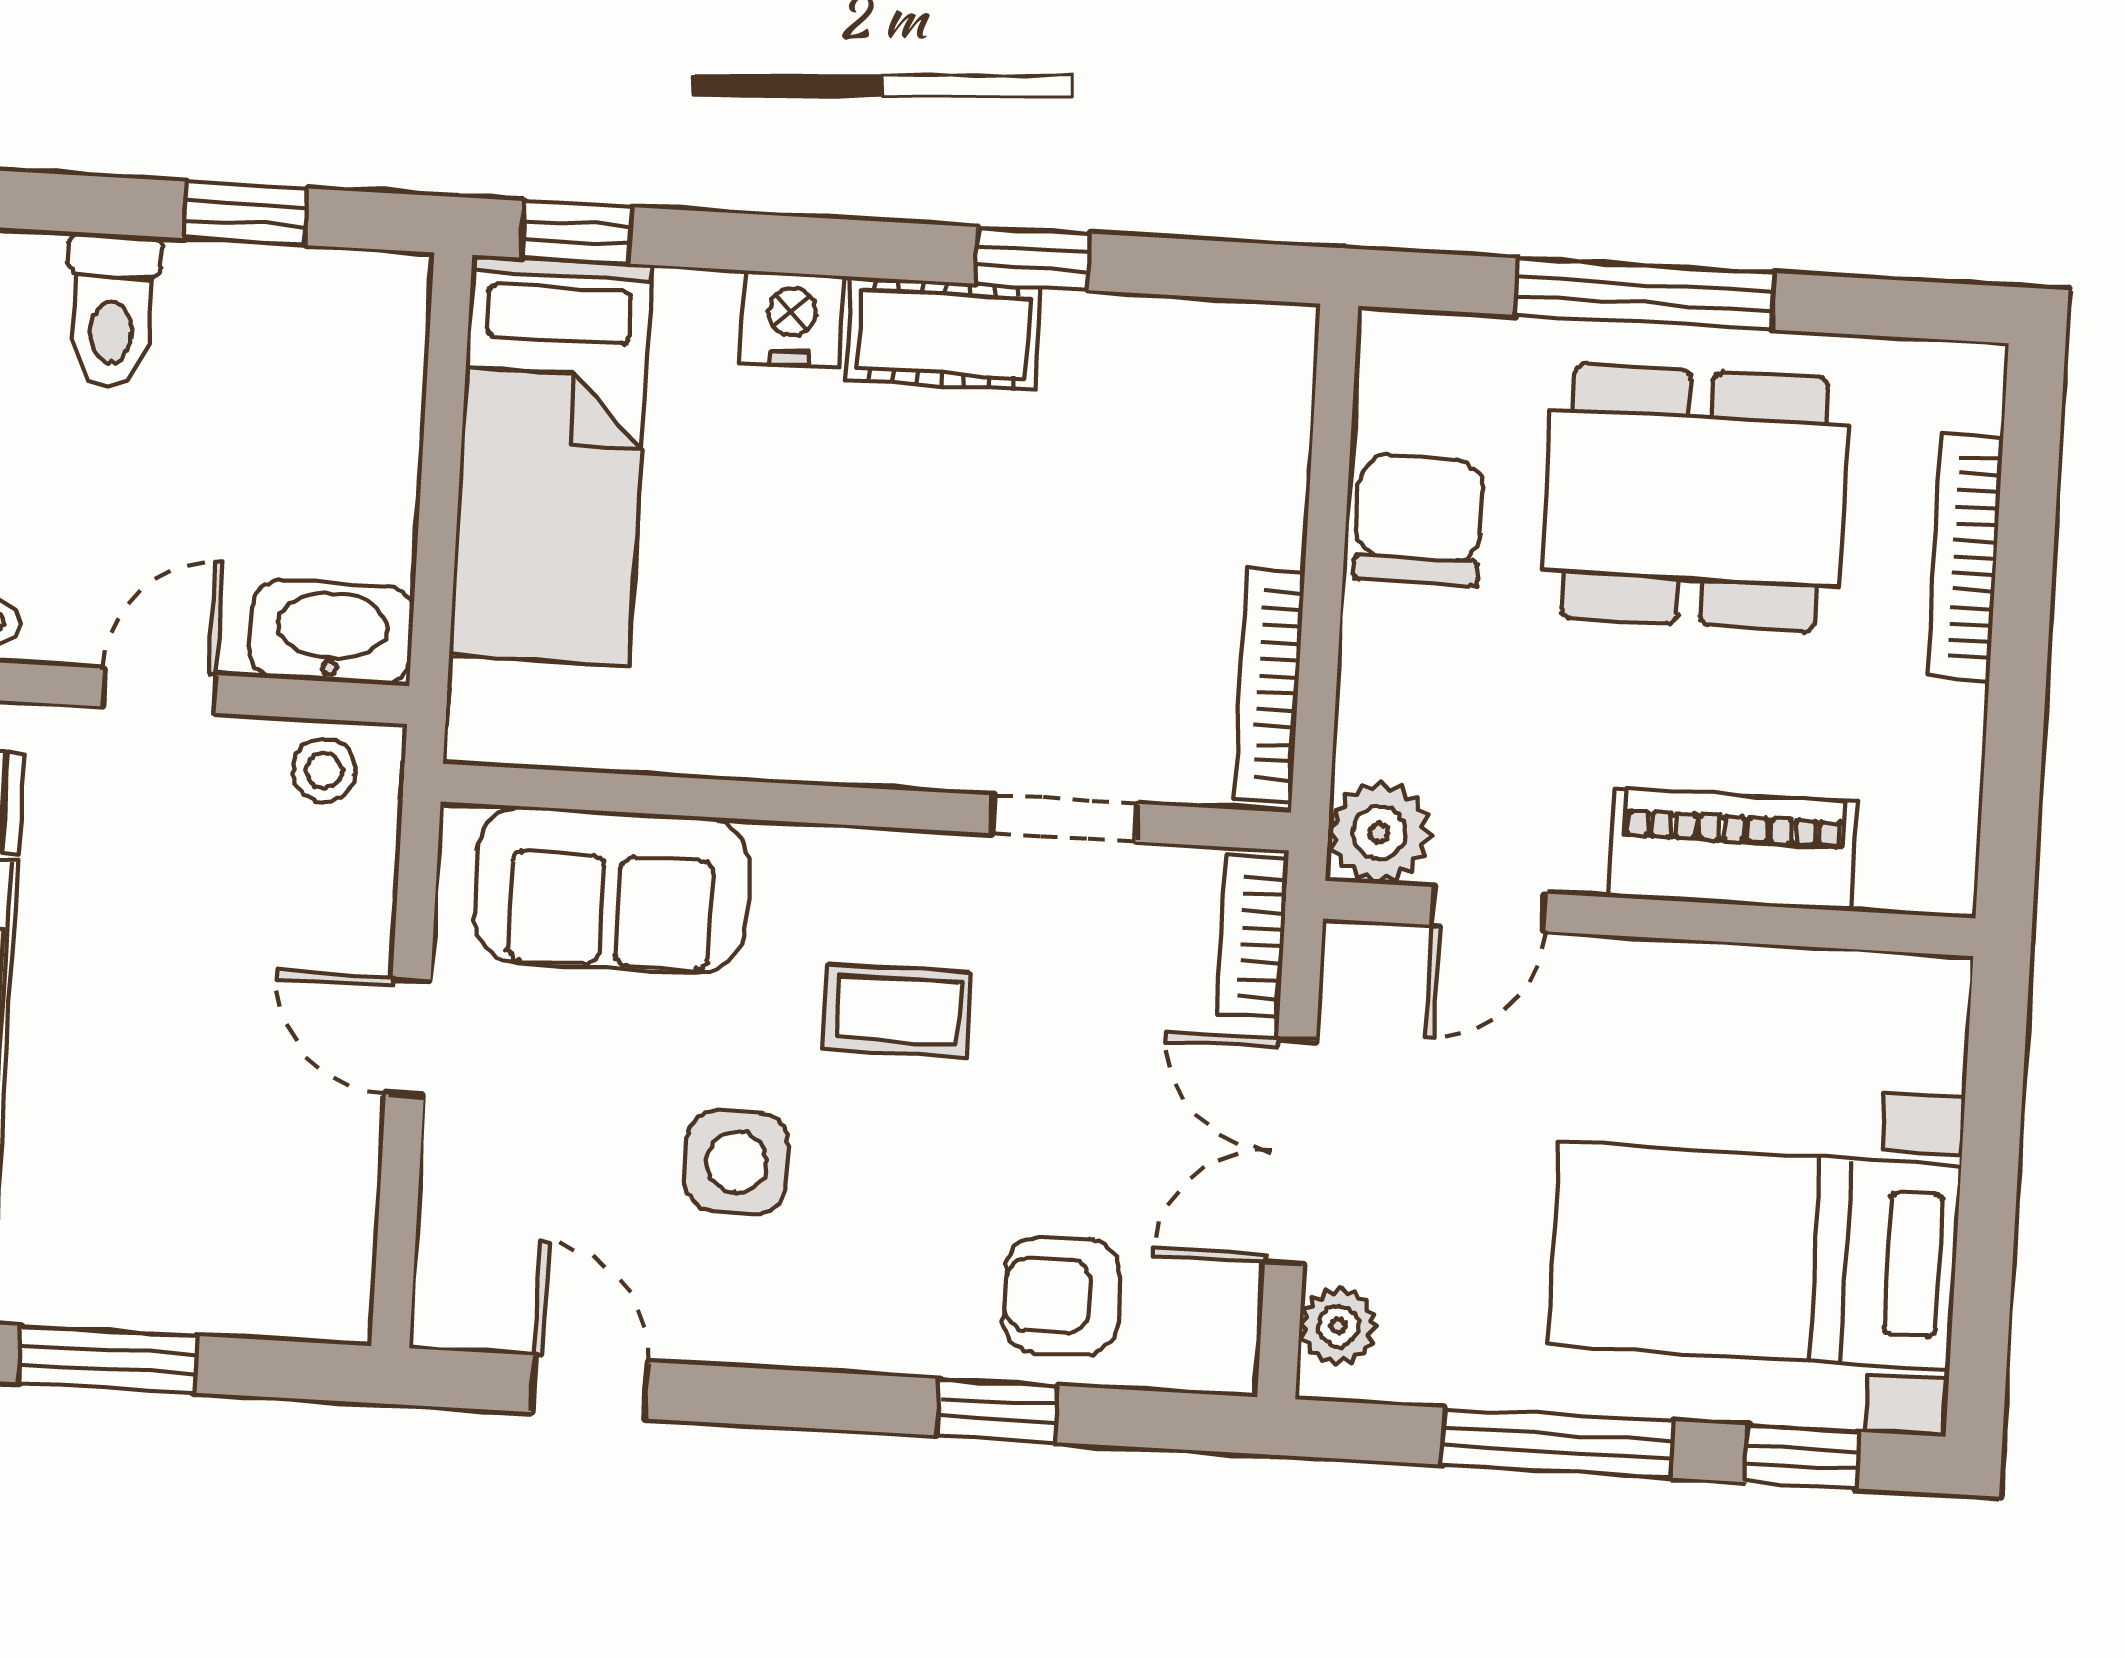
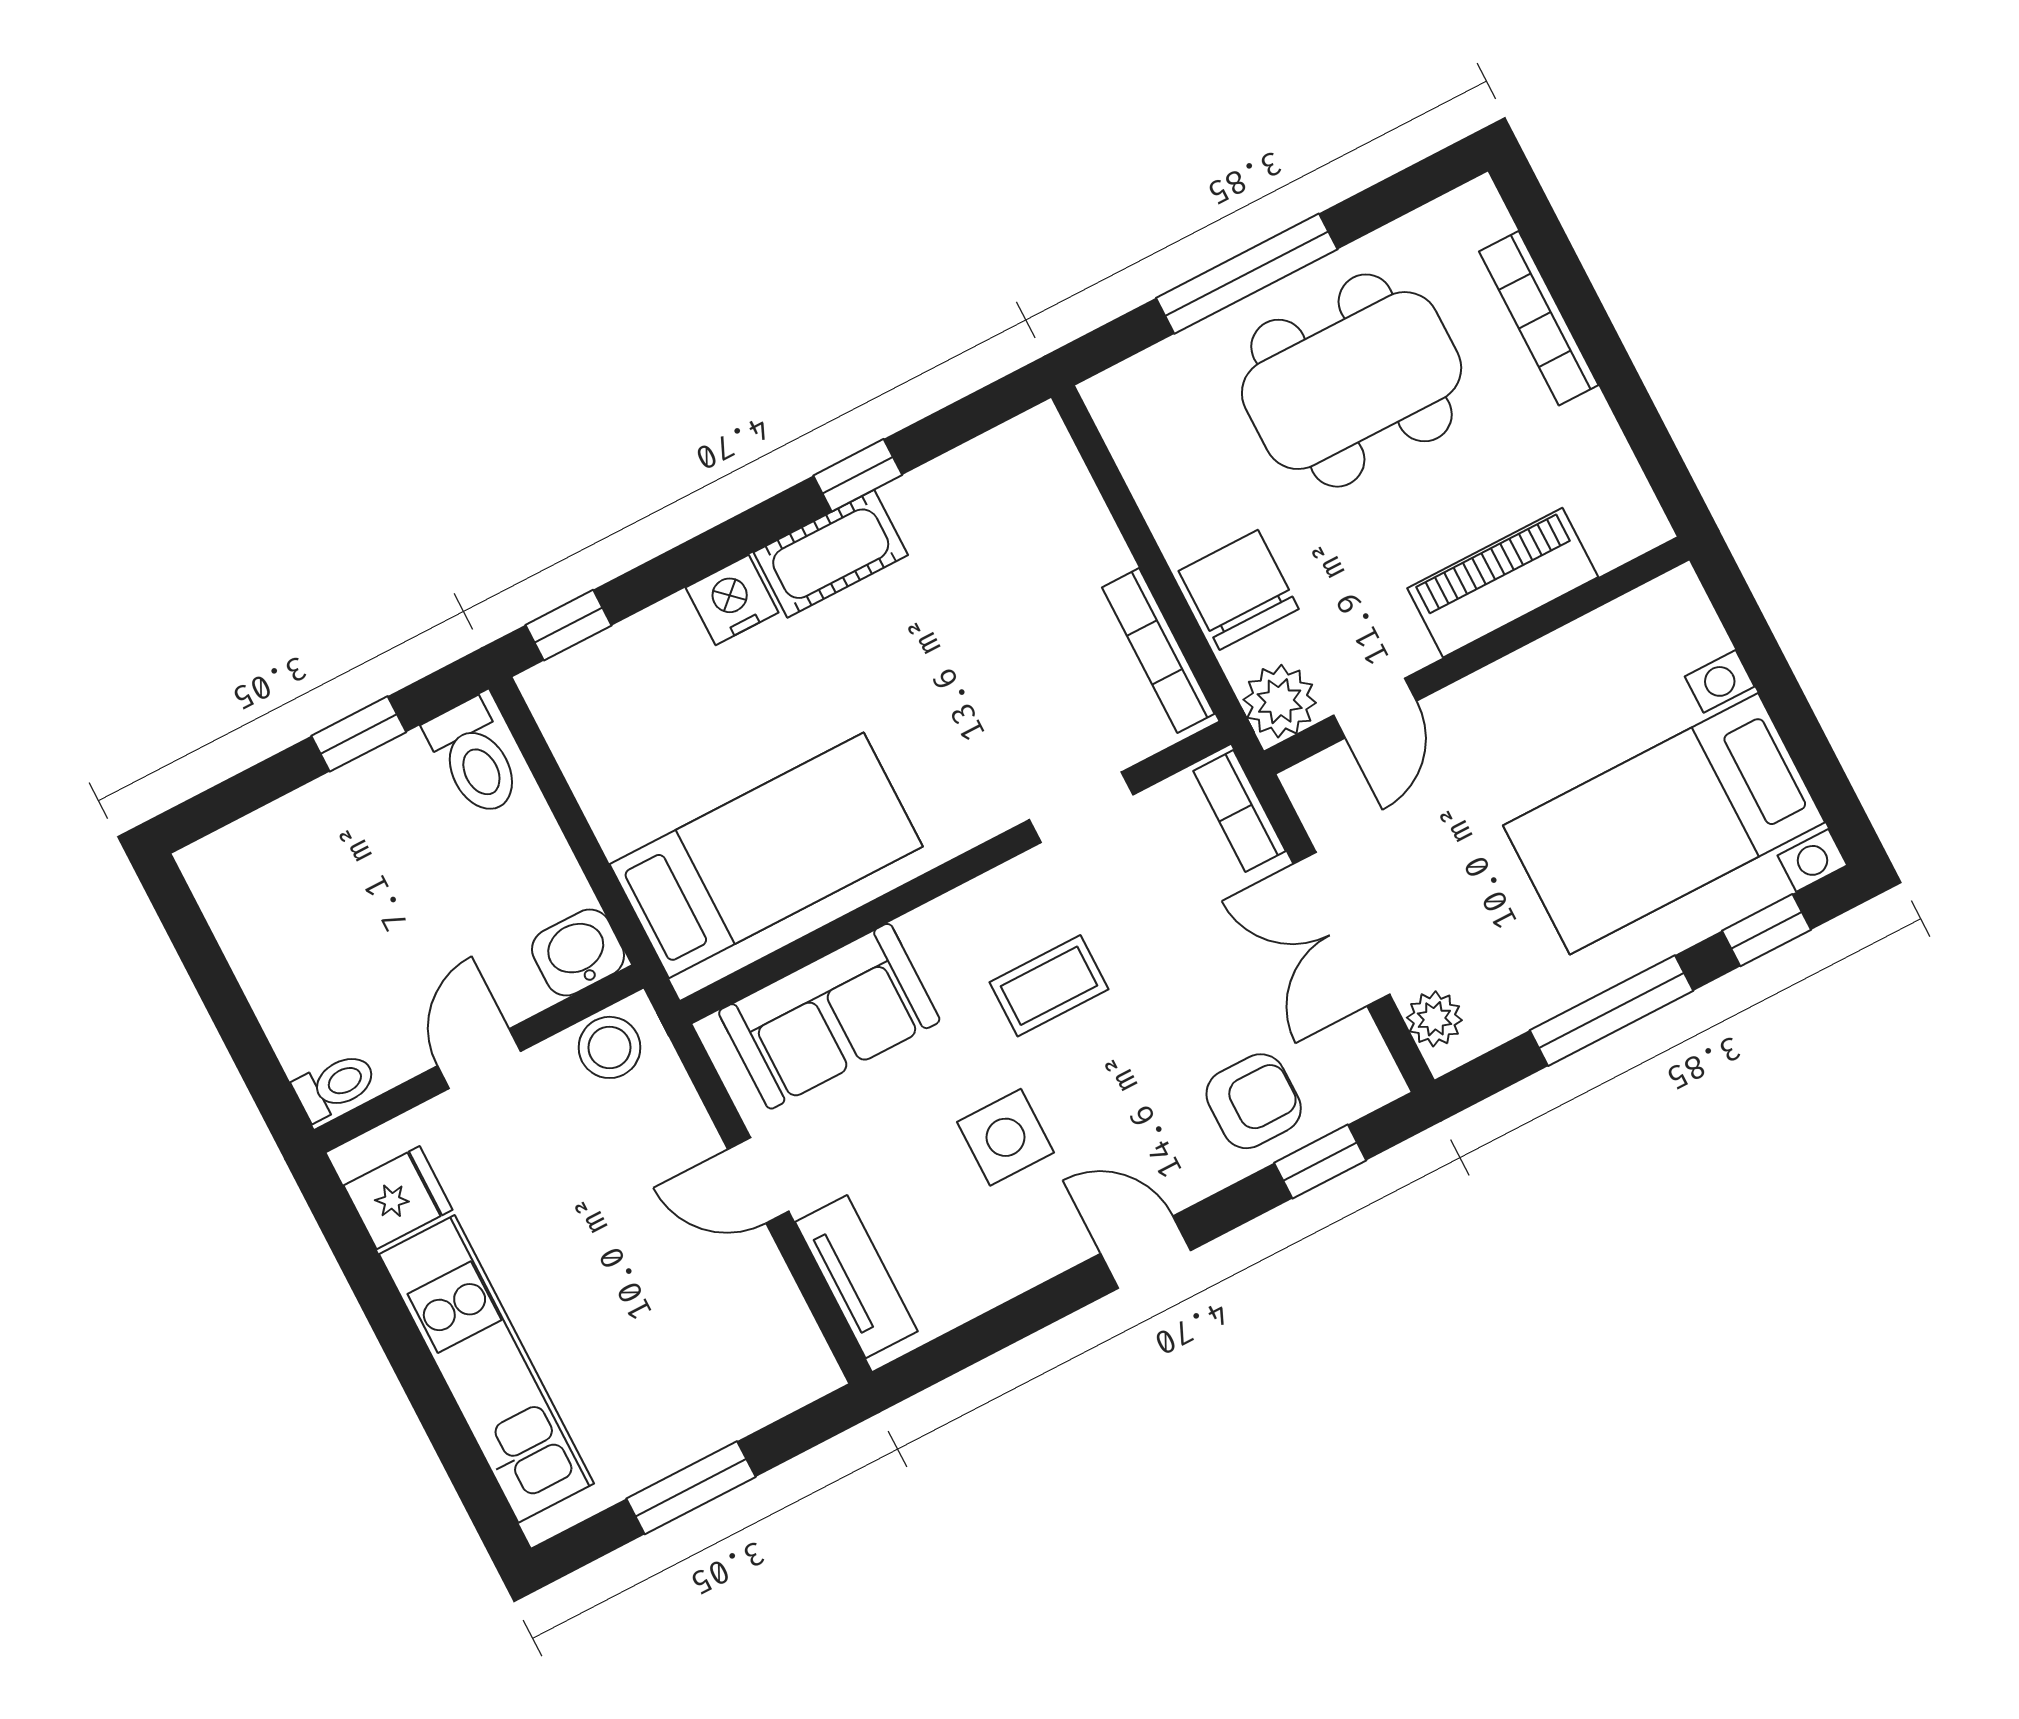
toilet: (112, 311) -> (474, 758), moved
bed: (551, 460) -> (766, 855), moved, turned -90
chair: (1419, 520) -> (1239, 590), moved
washbasin: (332, 632) -> (578, 952), width x0.72
stool: (324, 771) -> (610, 1047), width x1.37, depth x1.37
tv unit: (457, 1223) -> (856, 1277), added
armchair: (1061, 1296) -> (1254, 1101), turned 180
door: (590, 1387) -> (1146, 1252), moved
window: (997, 1411) -> (1320, 1162), moved

